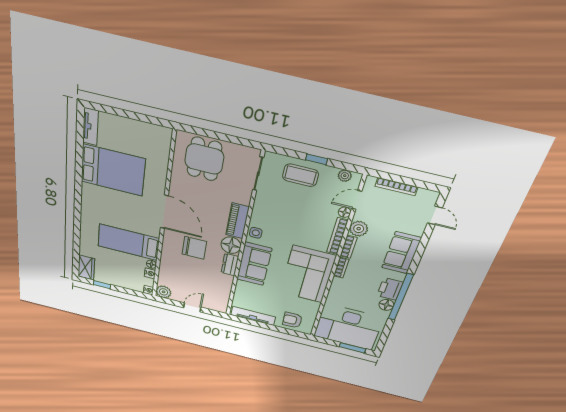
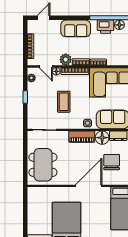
dining table: (204, 159) -> (43, 165), width x1.38
coffee table: (300, 175) -> (64, 102), moved

